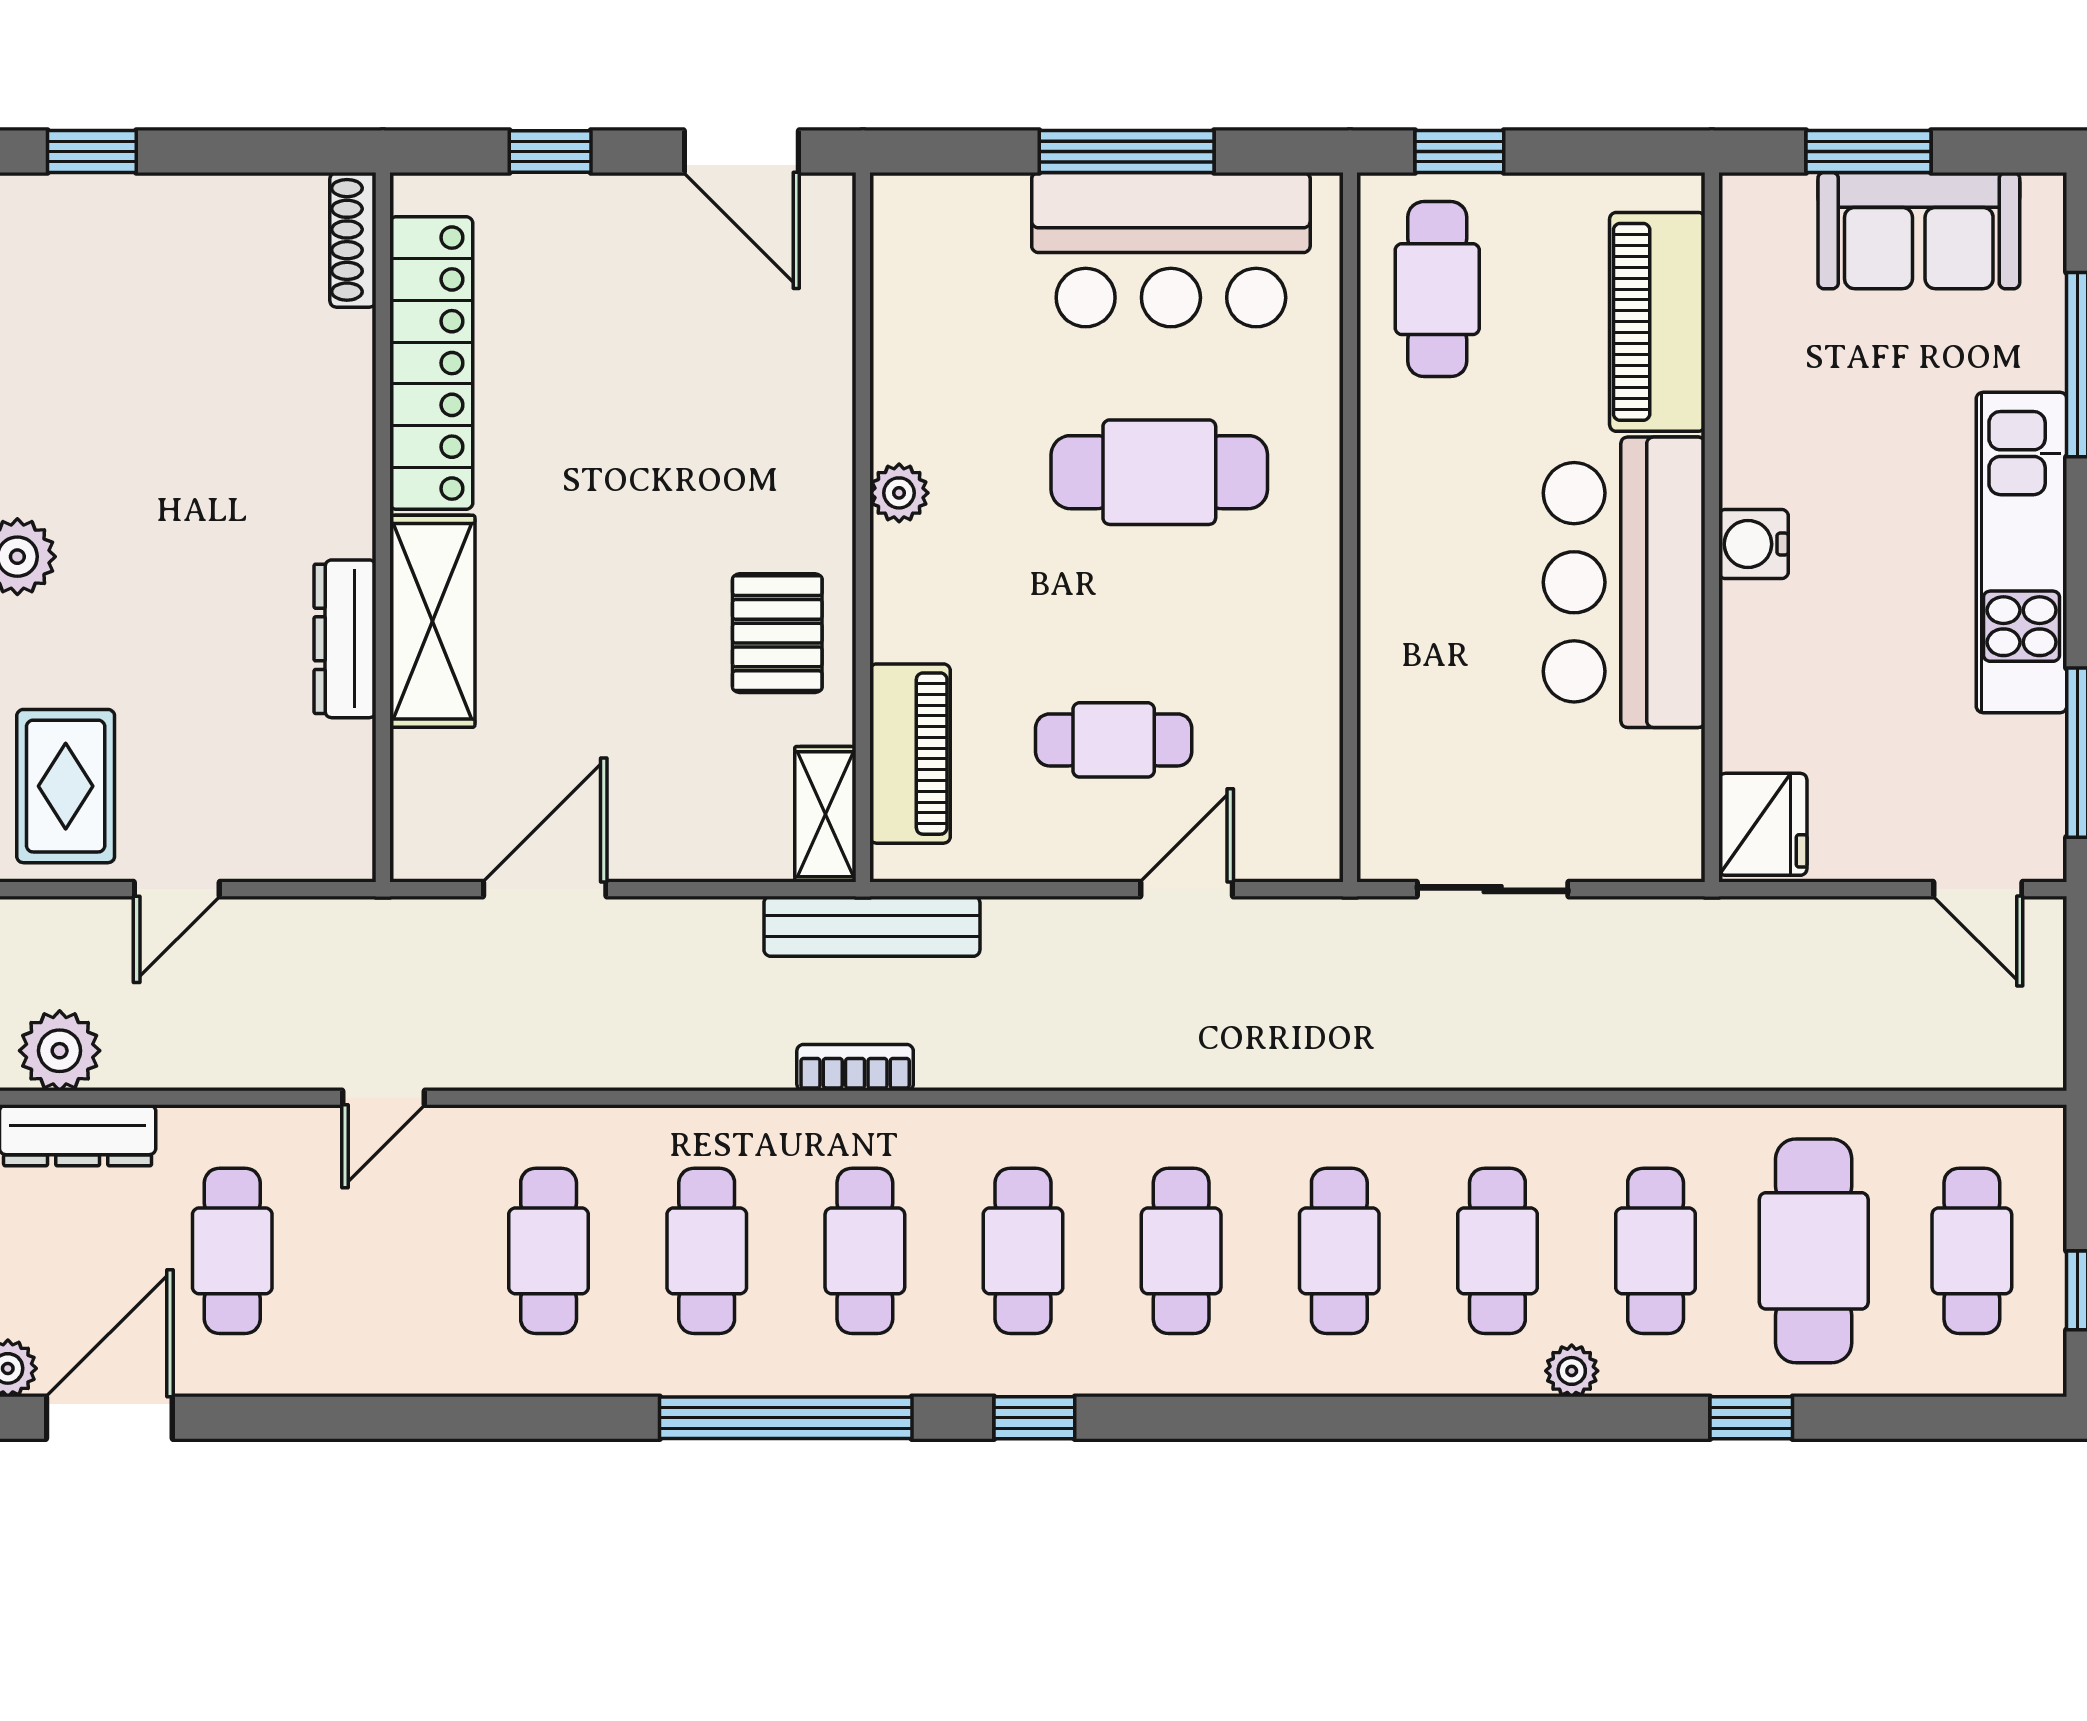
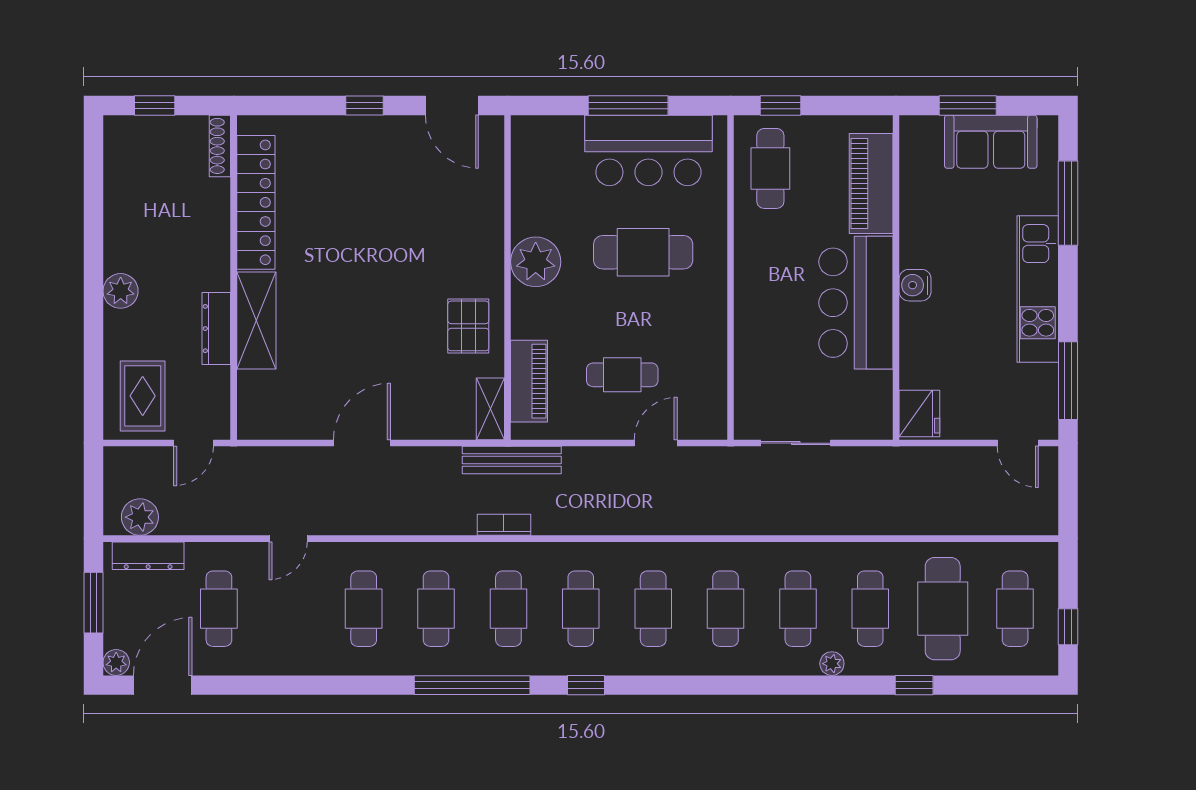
shoe rack: (353, 240) -> (220, 146), moved
locker: (431, 363) -> (256, 202), moved
plant: (899, 493) -> (536, 262), width x1.88, depth x1.88
wall: (383, 527) -> (234, 277), moved
shelving: (432, 621) -> (256, 321), moved
dresser: (345, 639) -> (216, 329), moved

